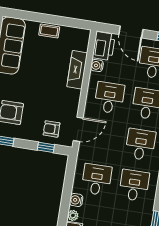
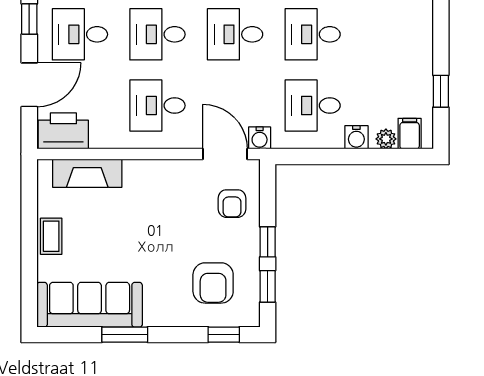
water cooler: (97, 66) -> (260, 138), moved
fireplace: (77, 70) -> (87, 173), moved
window: (46, 147) -> (268, 242), moved

